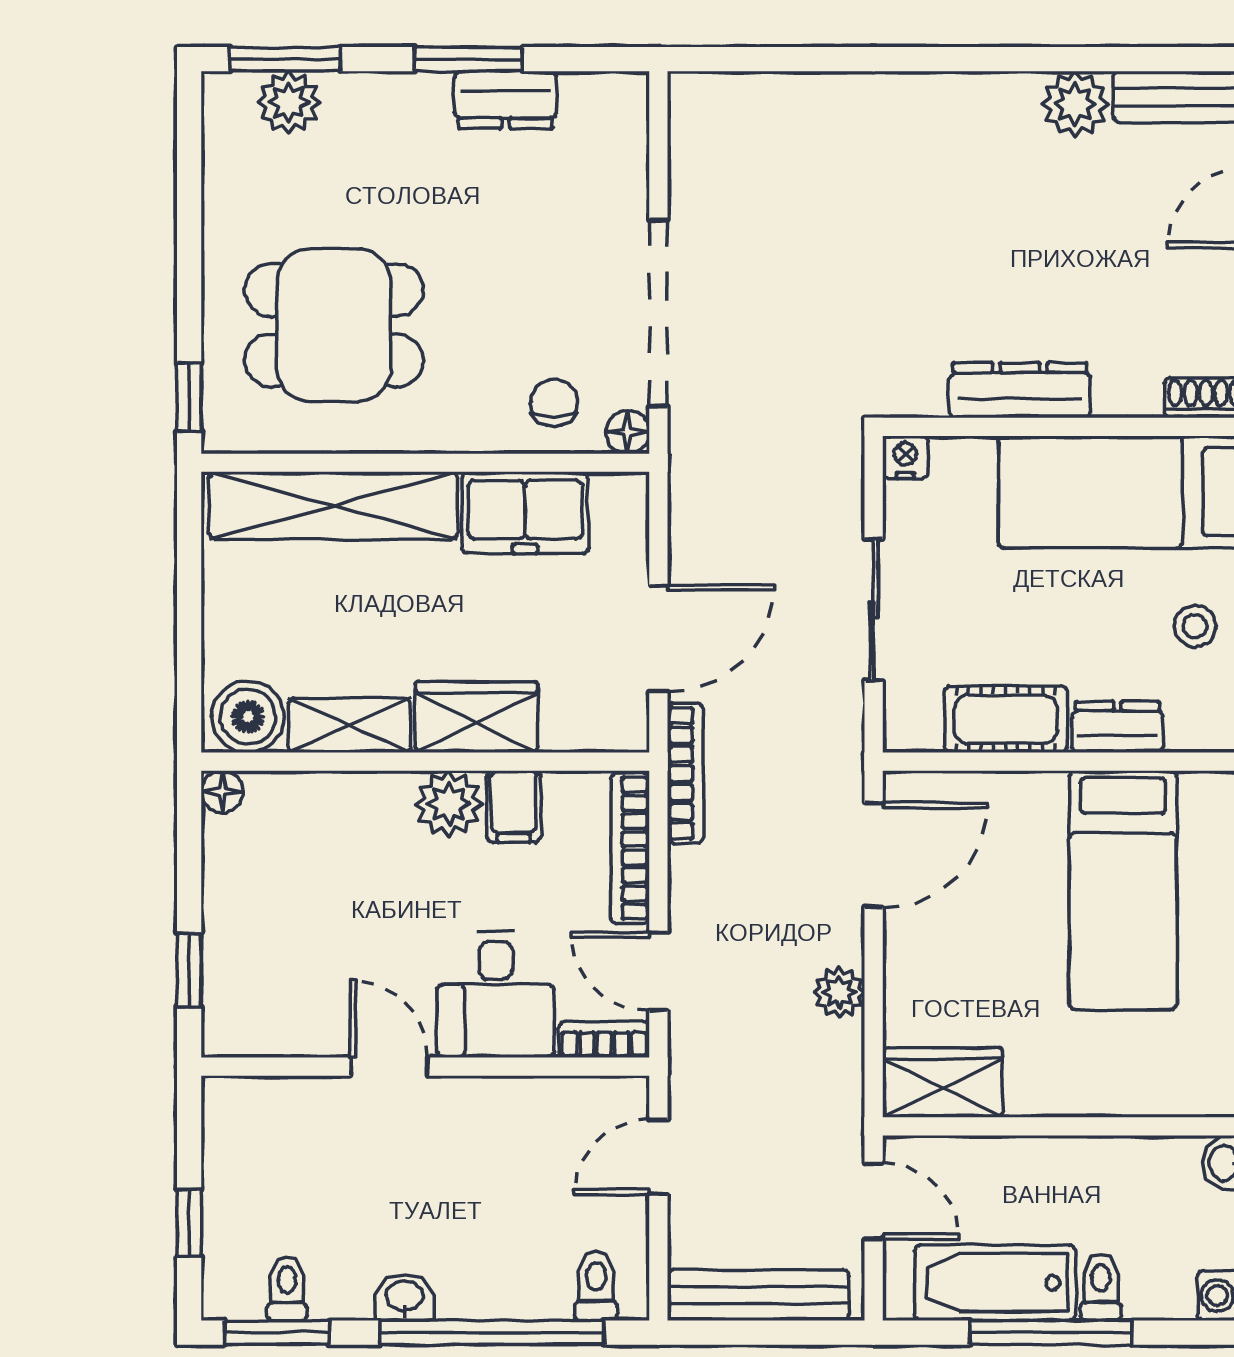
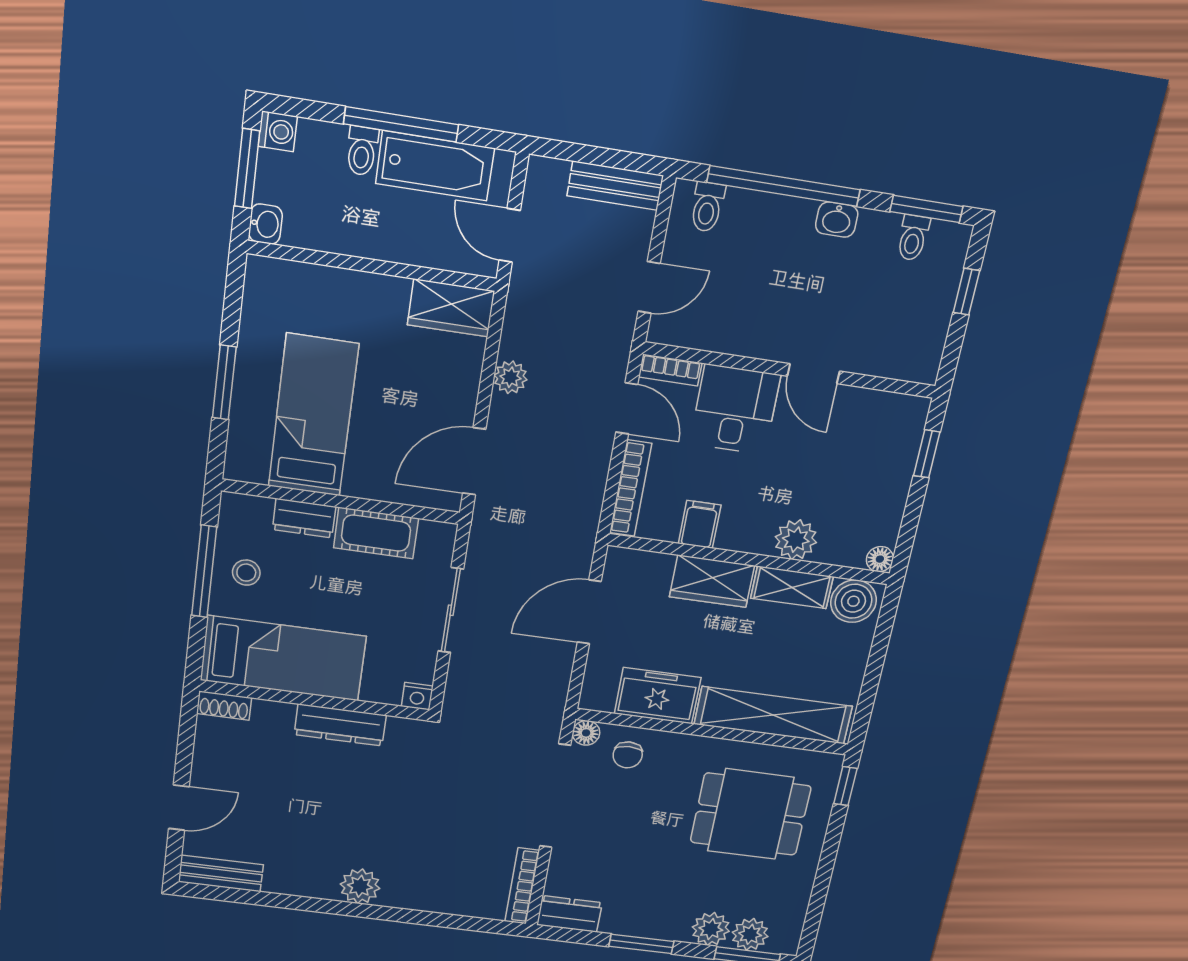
dresser: (506, 100) -> (569, 914), moved
plant: (357, 103) -> (711, 929), added
plant: (1075, 104) -> (360, 886), moved
bookcase: (685, 773) -> (522, 886), moved
plant: (449, 804) -> (796, 540), moved
bench: (758, 1295) -> (615, 186), width x0.73

